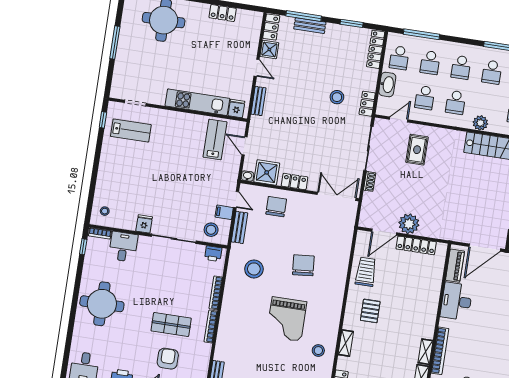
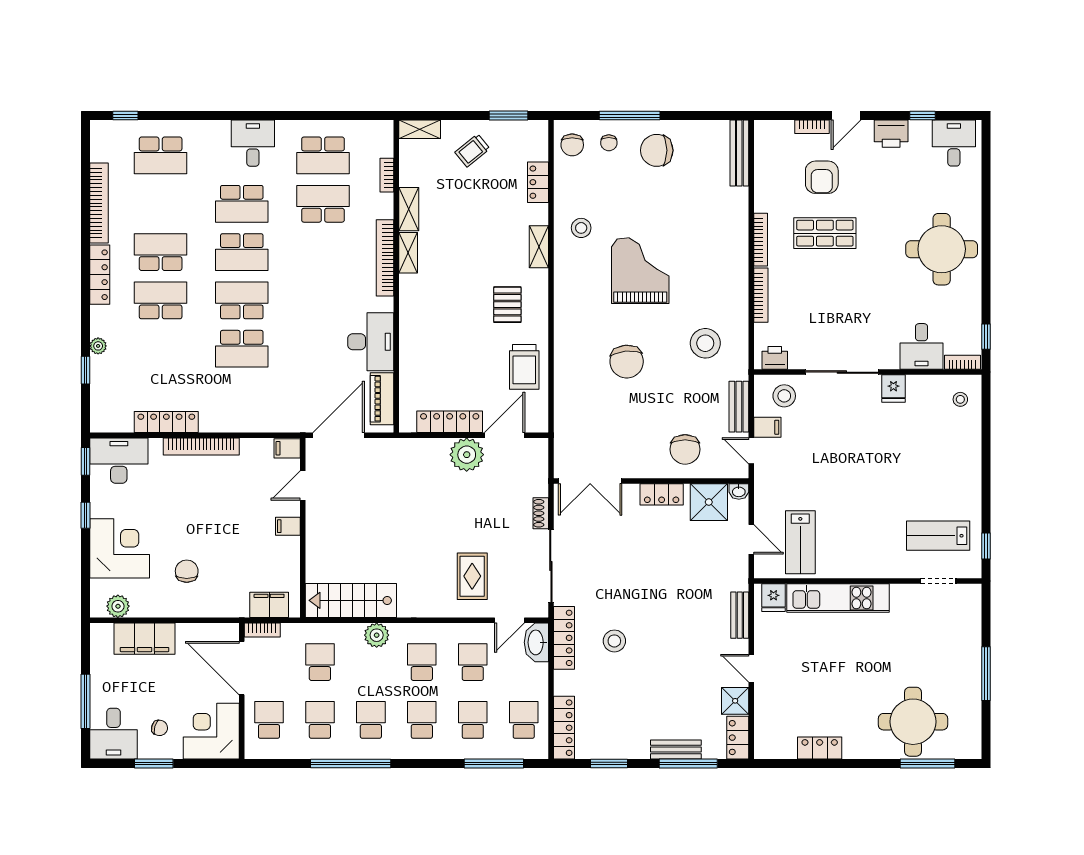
washbasin: (387, 84) -> (536, 642), moved
locker: (367, 104) -> (564, 638), width x1.53

